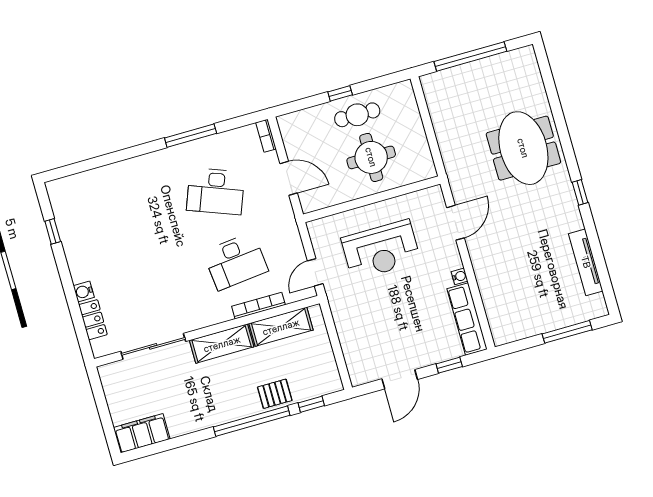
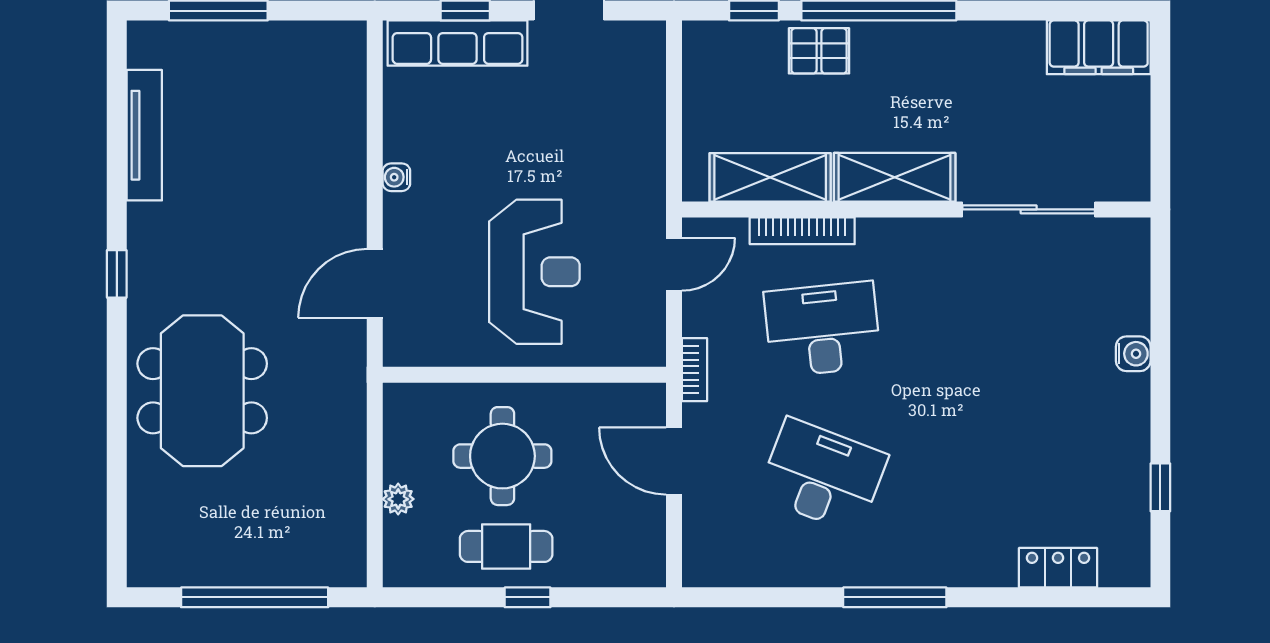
plant: (415, 123) -> (398, 499), added
window: (191, 136) -> (895, 597), moved
bookcase: (266, 136) -> (694, 370), moved
reception desk: (381, 250) -> (534, 272), turned 90
row of seats: (467, 319) -> (458, 43), moved, turned 90
locker: (93, 320) -> (1058, 568), moved, turned 90

